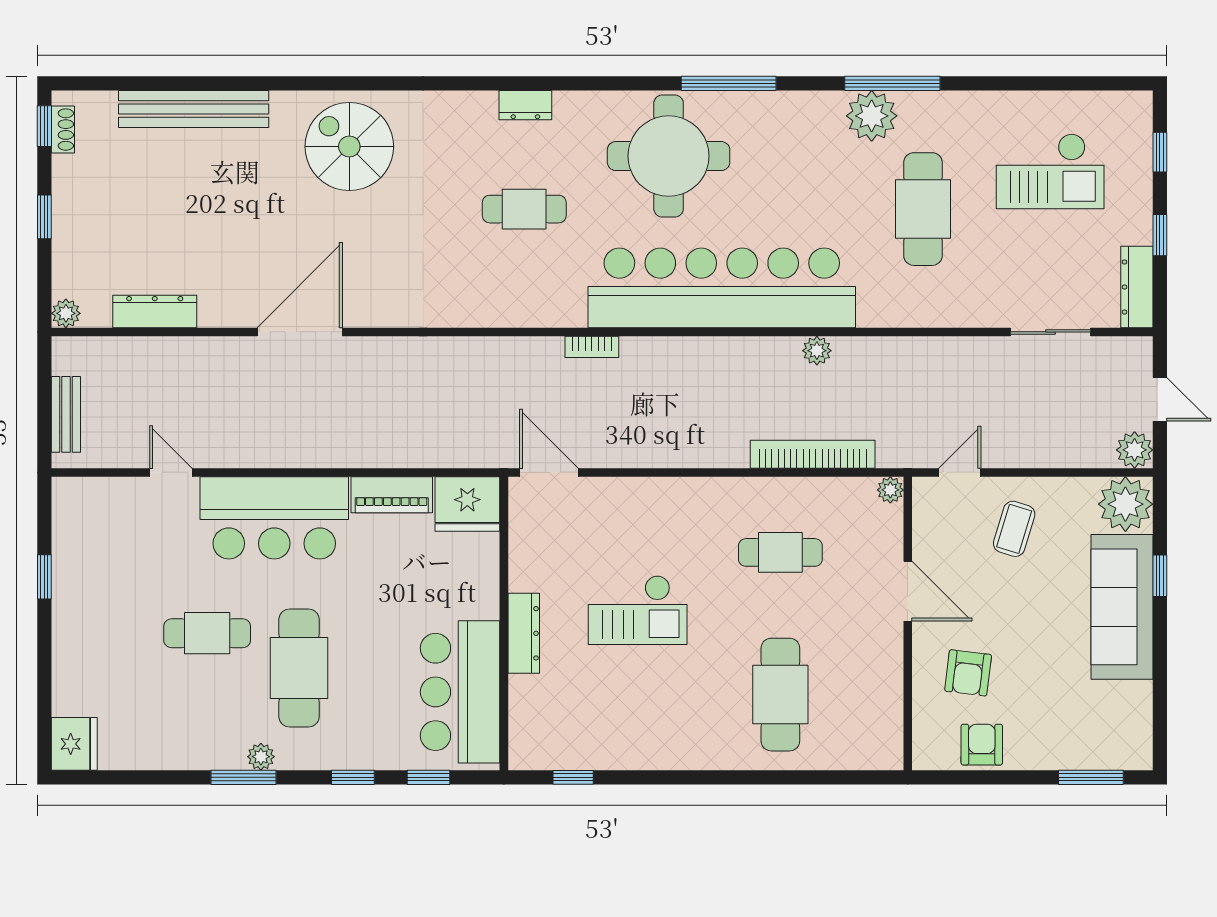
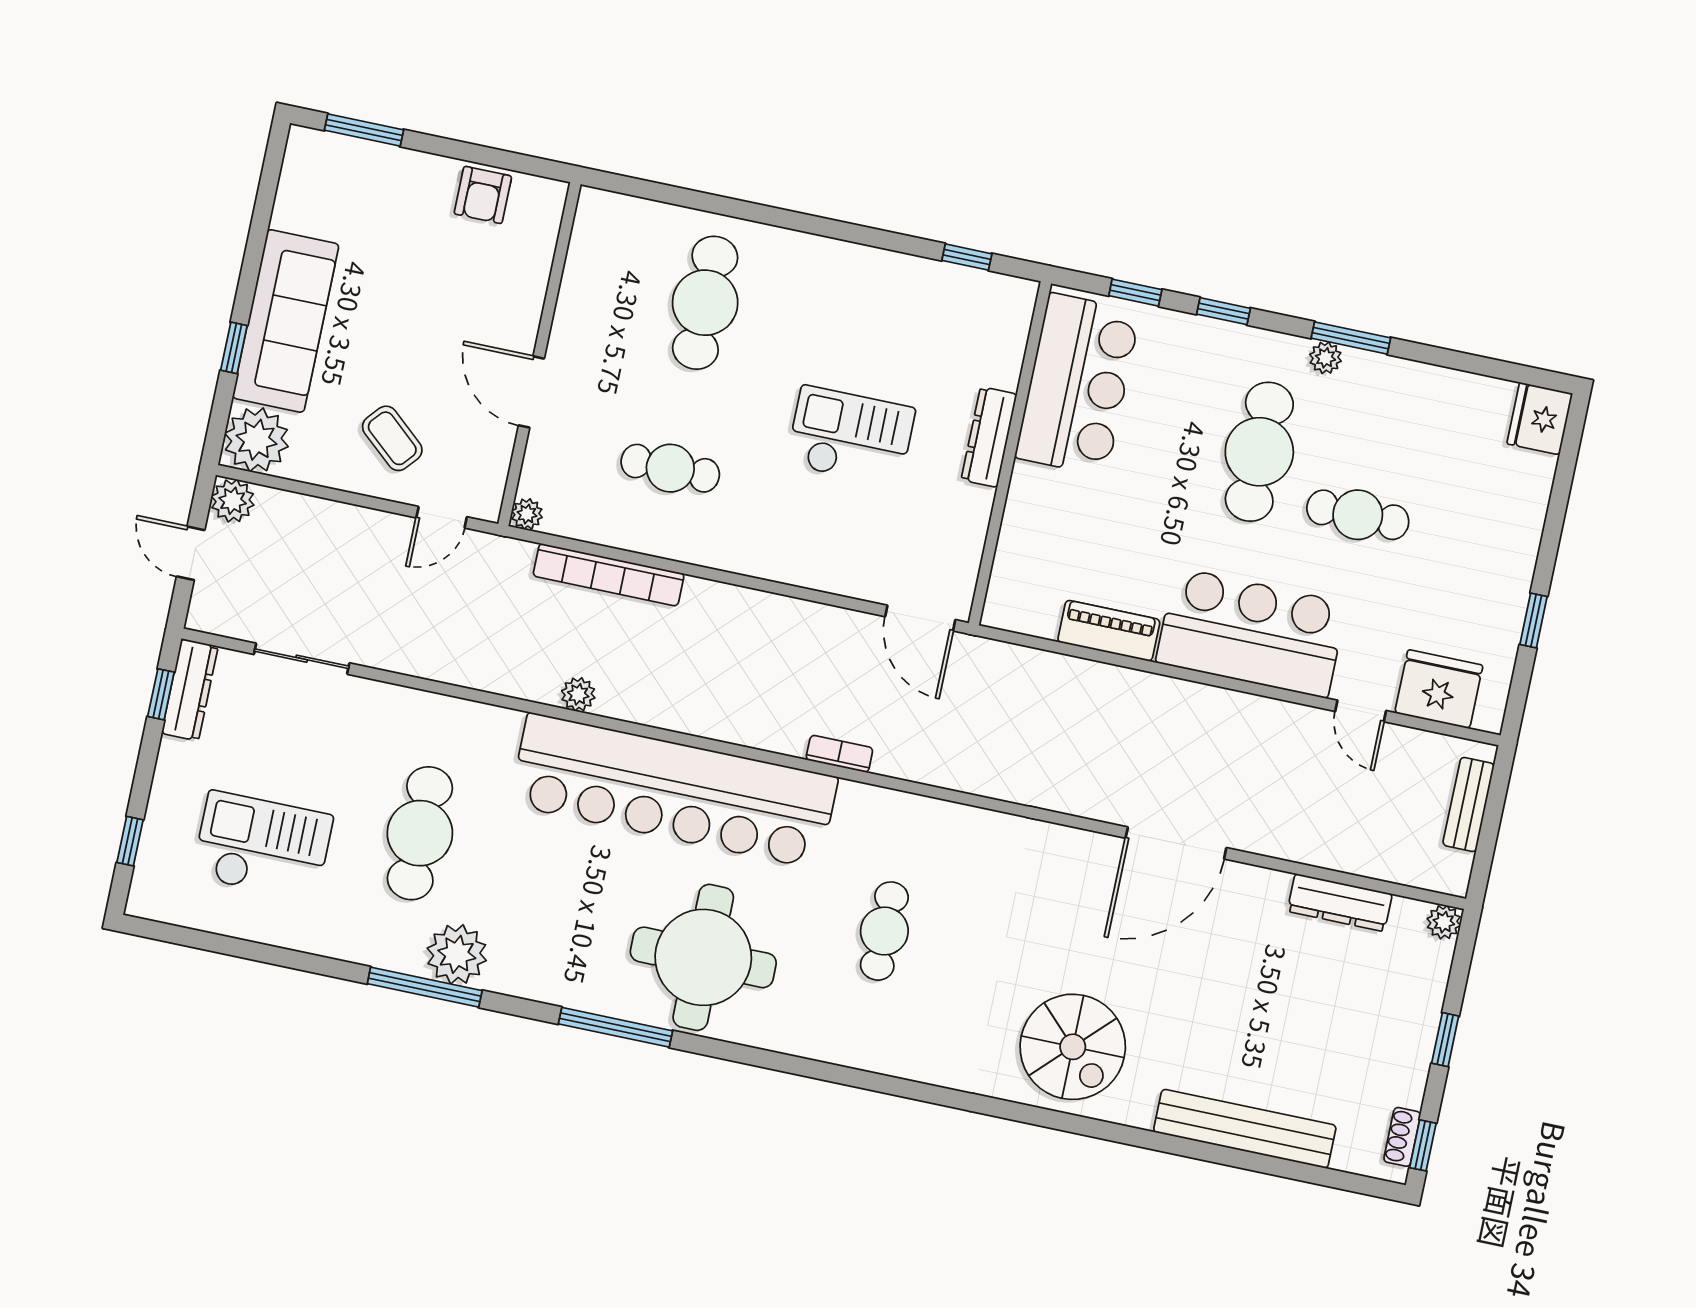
dresser: (525, 105) -> (858, 1052), removed
cafe table: (524, 209) -> (884, 931), turned 90
window: (1160, 235) -> (161, 694), moved
fridge: (467, 504) -> (1439, 689), moved
coffee table: (1014, 529) -> (392, 438), turned -66
armchair: (968, 673) -> (481, 282), removed

